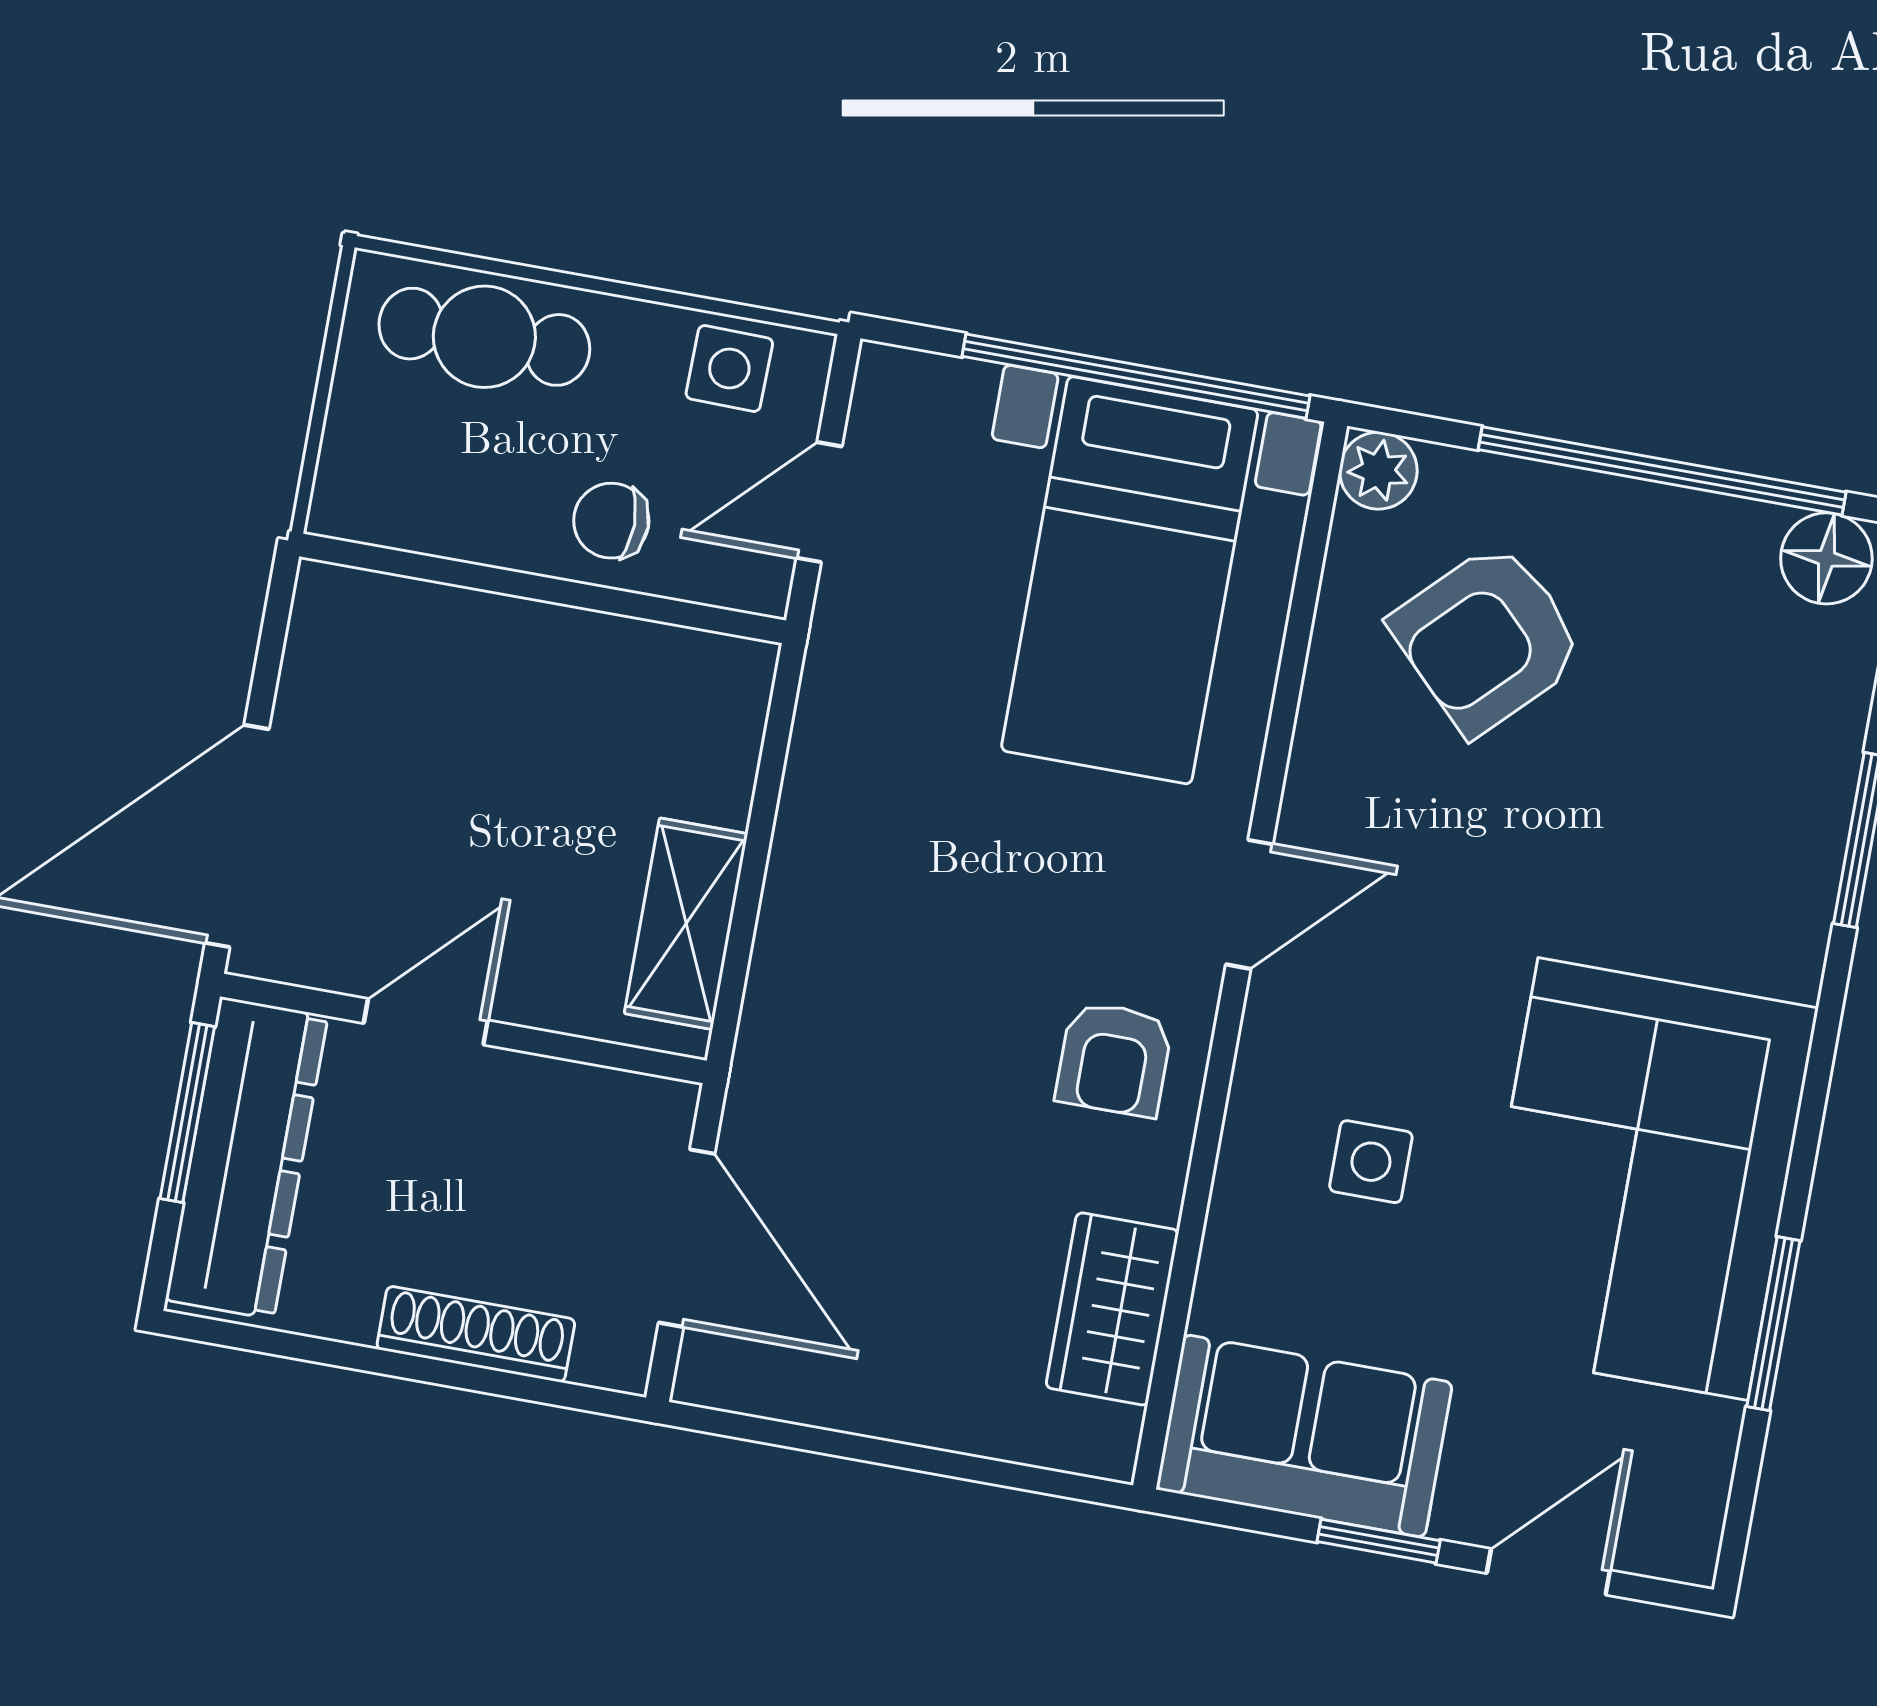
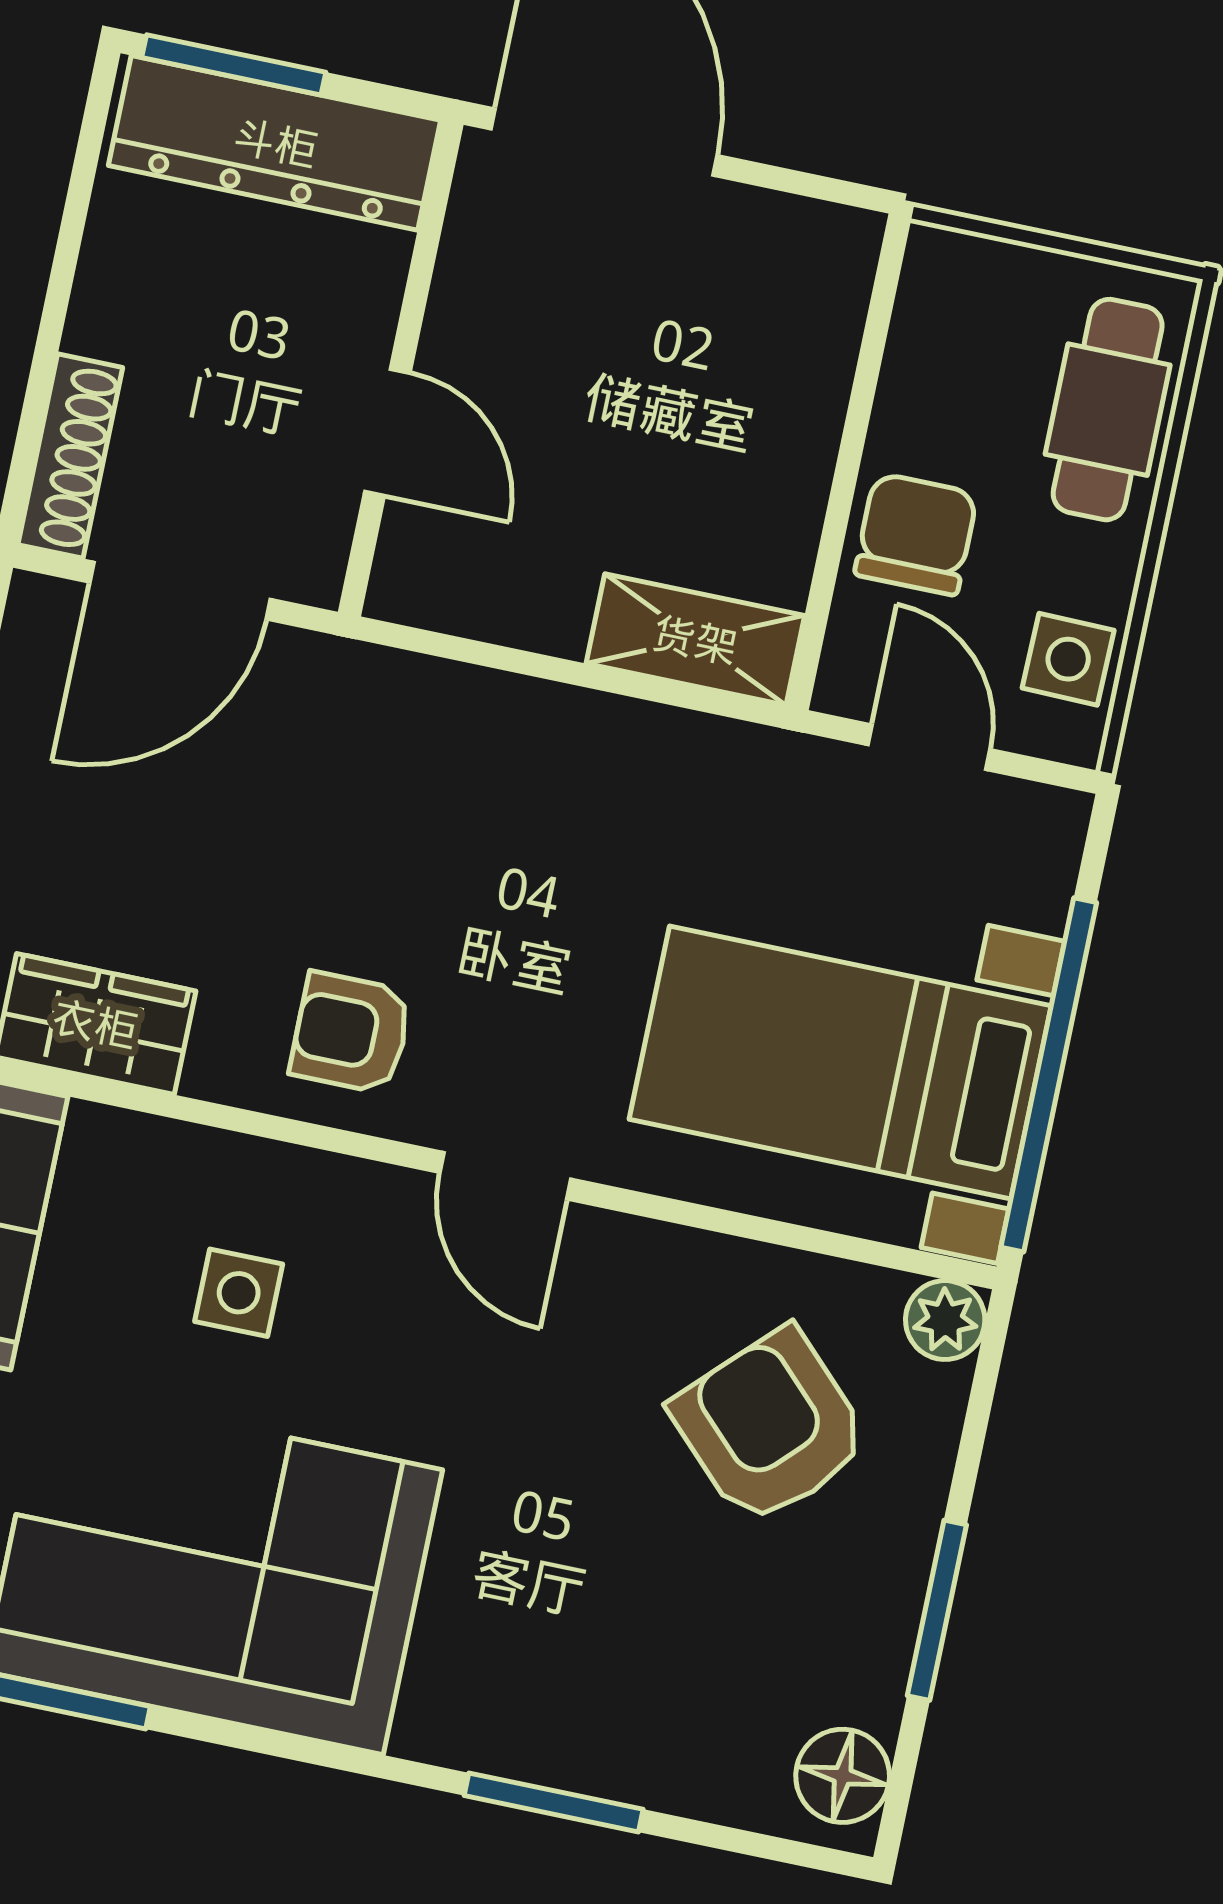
window: (1662, 471) -> (937, 1610), width x0.47
chair: (611, 521) -> (916, 534), width x1.37, depth x1.37
shelving: (686, 924) -> (695, 640), moved
door: (426, 1022) -> (387, 432), moved
window: (187, 1113) -> (234, 65), moved
shoe rack: (476, 1334) -> (70, 456), moved

